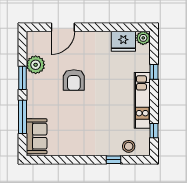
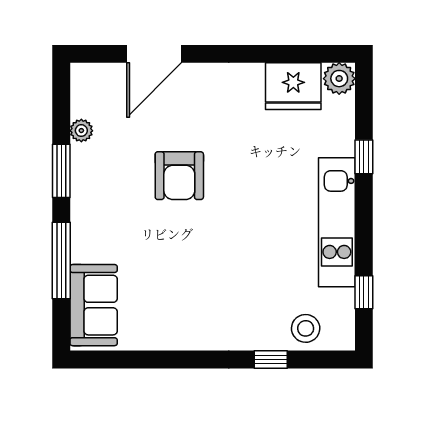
plant: (36, 65) -> (81, 131), width x0.53, depth x0.53

